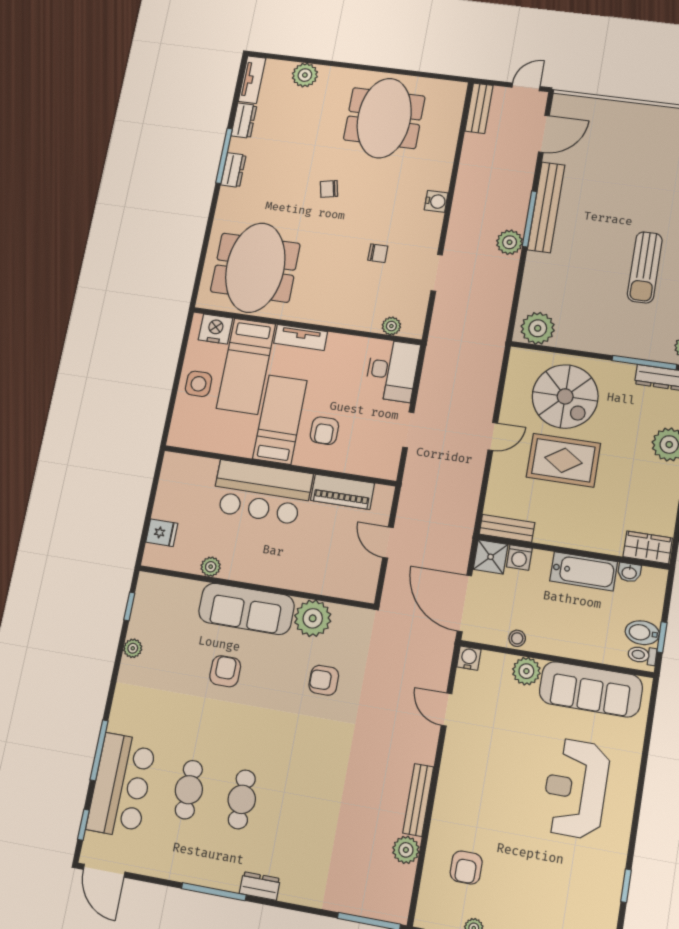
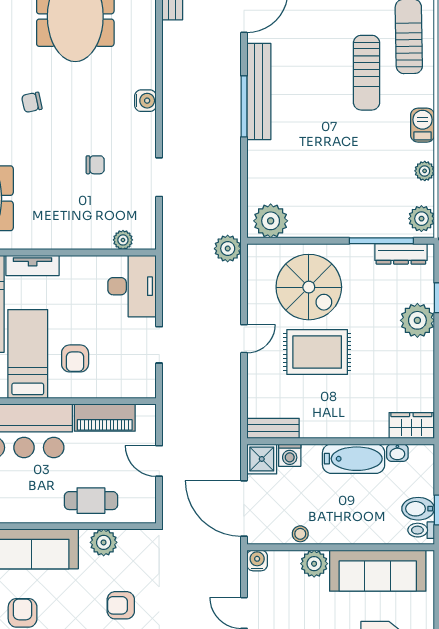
plant: (510, 242) -> (228, 249), moved
sun lounger: (645, 267) -> (367, 73), moved
cafe table: (314, 571) -> (91, 501), added
plant: (313, 618) -> (104, 542), width x0.73, depth x0.73

